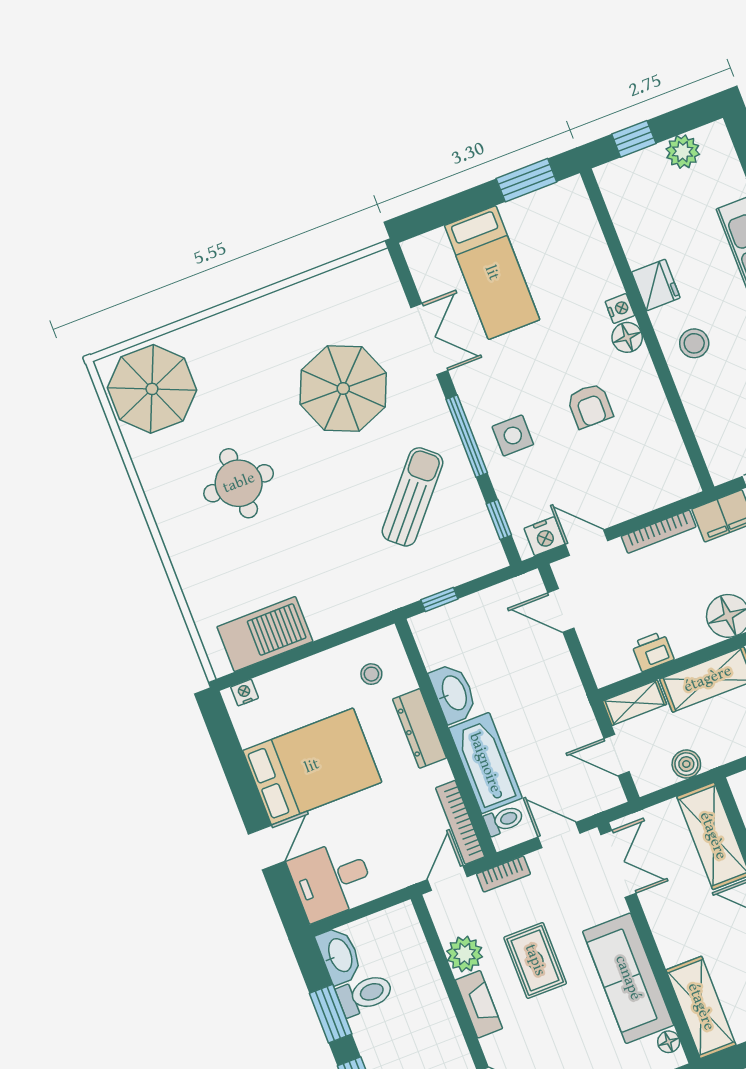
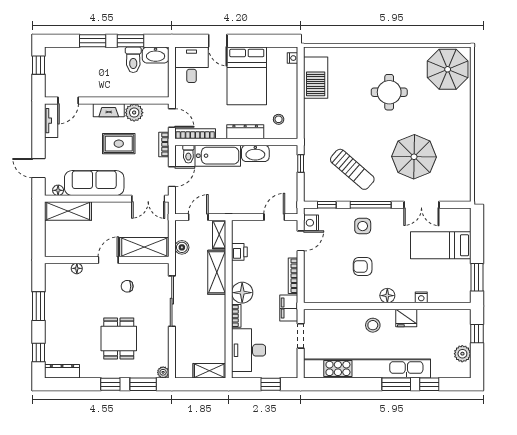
nightstand: (620, 309) -> (421, 297), moved

